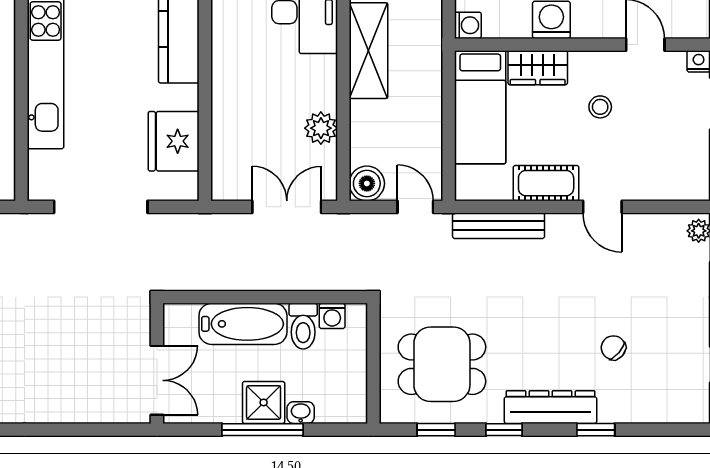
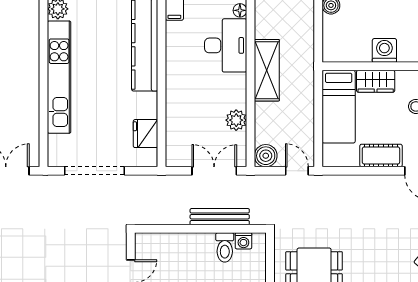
washing machine: (468, 25) -> (331, 54), removed
fridge: (174, 141) -> (146, 134), width x0.73, depth x0.75
bench: (499, 226) -> (220, 217), moved
bathtub: (243, 324) -> (186, 246), removed

